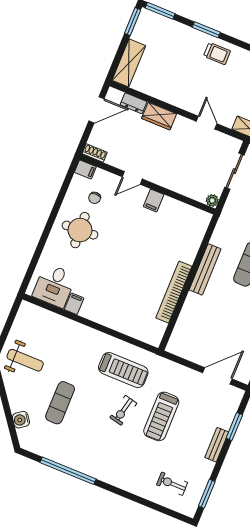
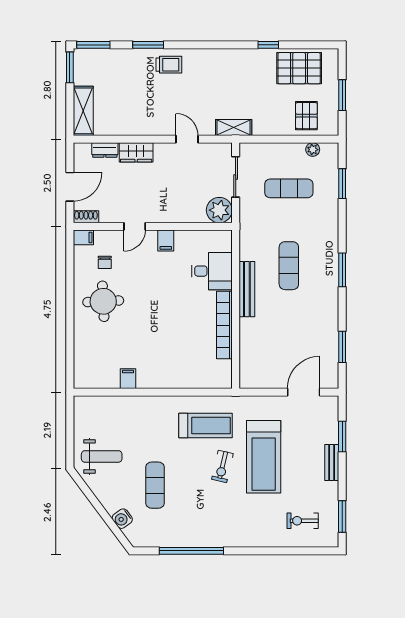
door: (96, 110) -> (70, 187), moved
plant: (212, 200) -> (219, 210), width x1.87, depth x1.87
desk: (54, 286) -> (212, 271), moved, turned -90
treadmill: (161, 416) -> (264, 457), width x1.37, depth x1.38

